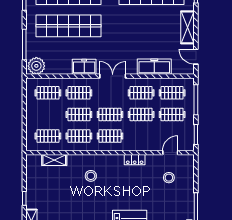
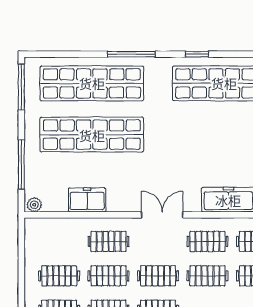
plant: (36, 66) -> (34, 205), width x0.53, depth x0.53
freezer: (84, 67) -> (87, 200), moved
clothes rail: (48, 93) -> (59, 276), moved

